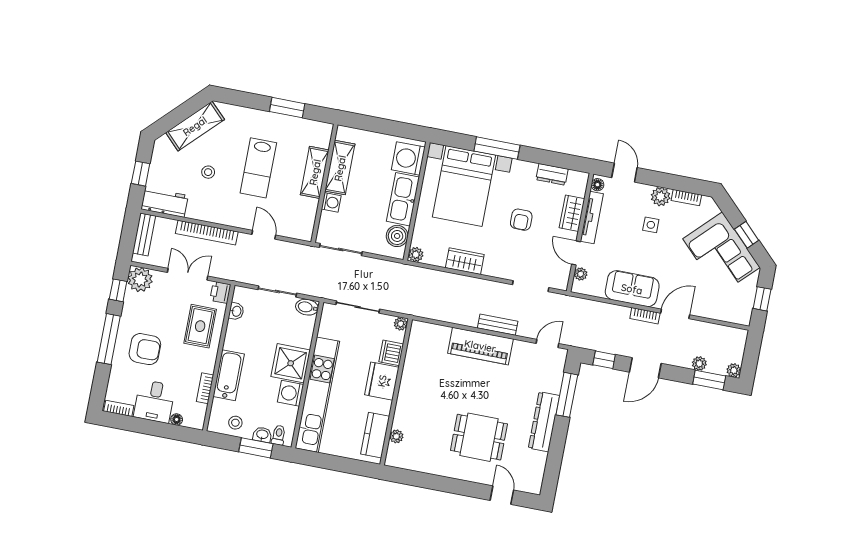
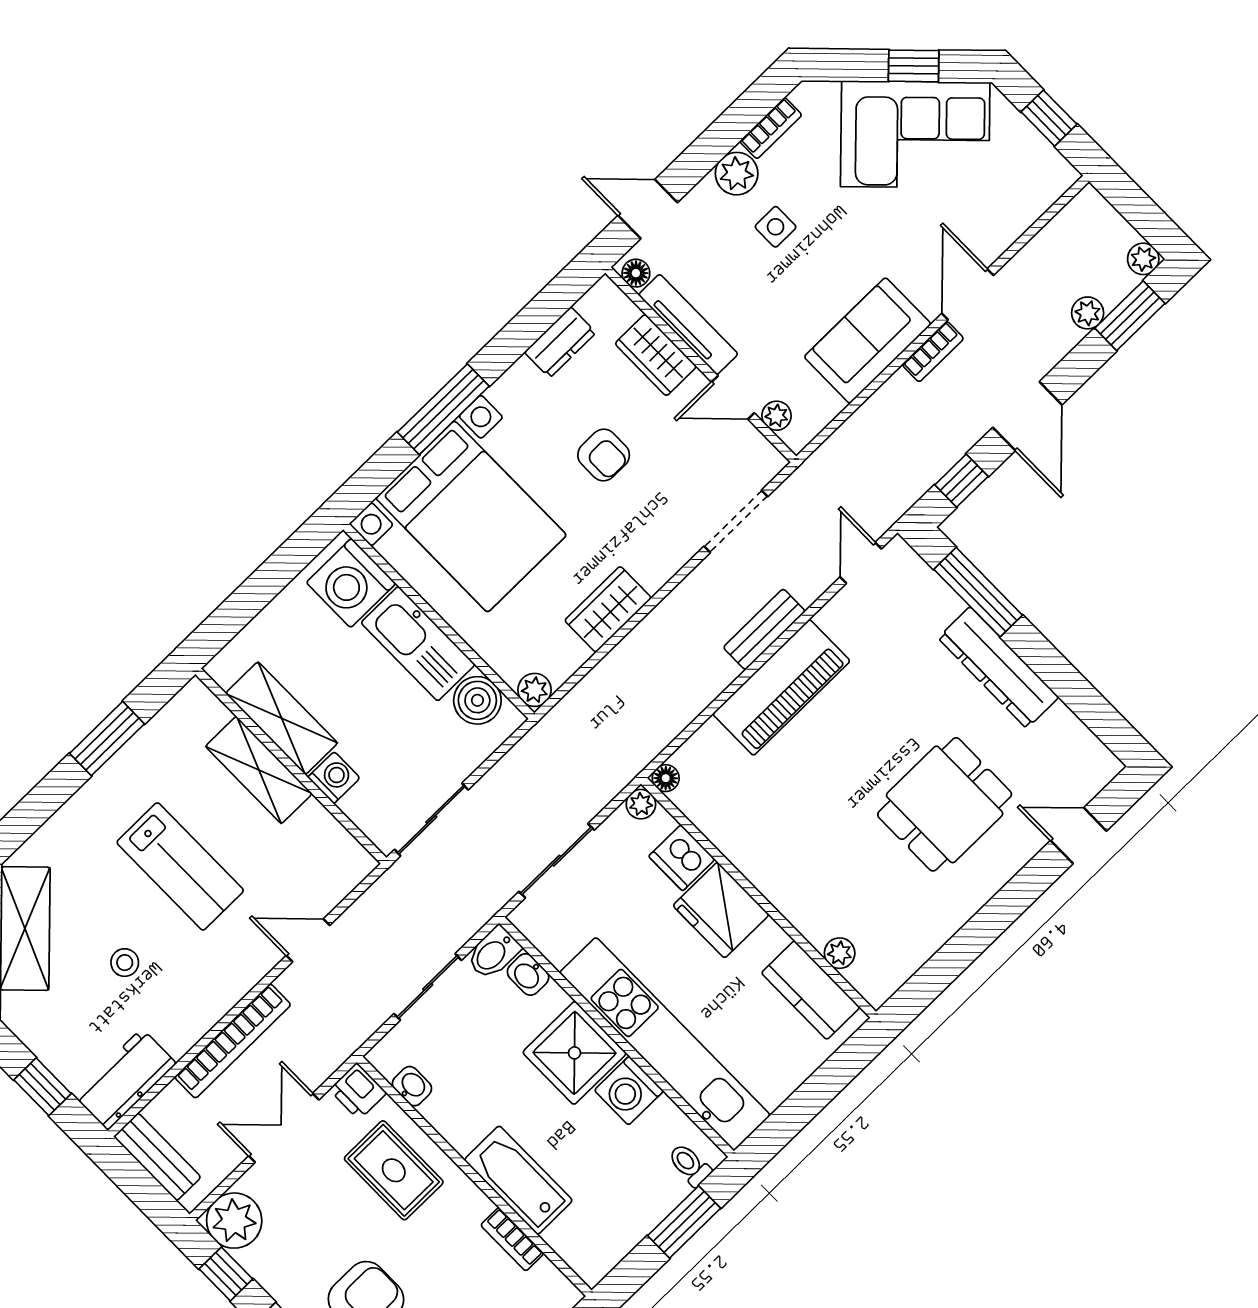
floor lamp: (417, 326) -> (666, 778), added
stool: (235, 423) -> (613, 1228), removed
washbasin: (262, 435) -> (528, 974), moved, turned -90

